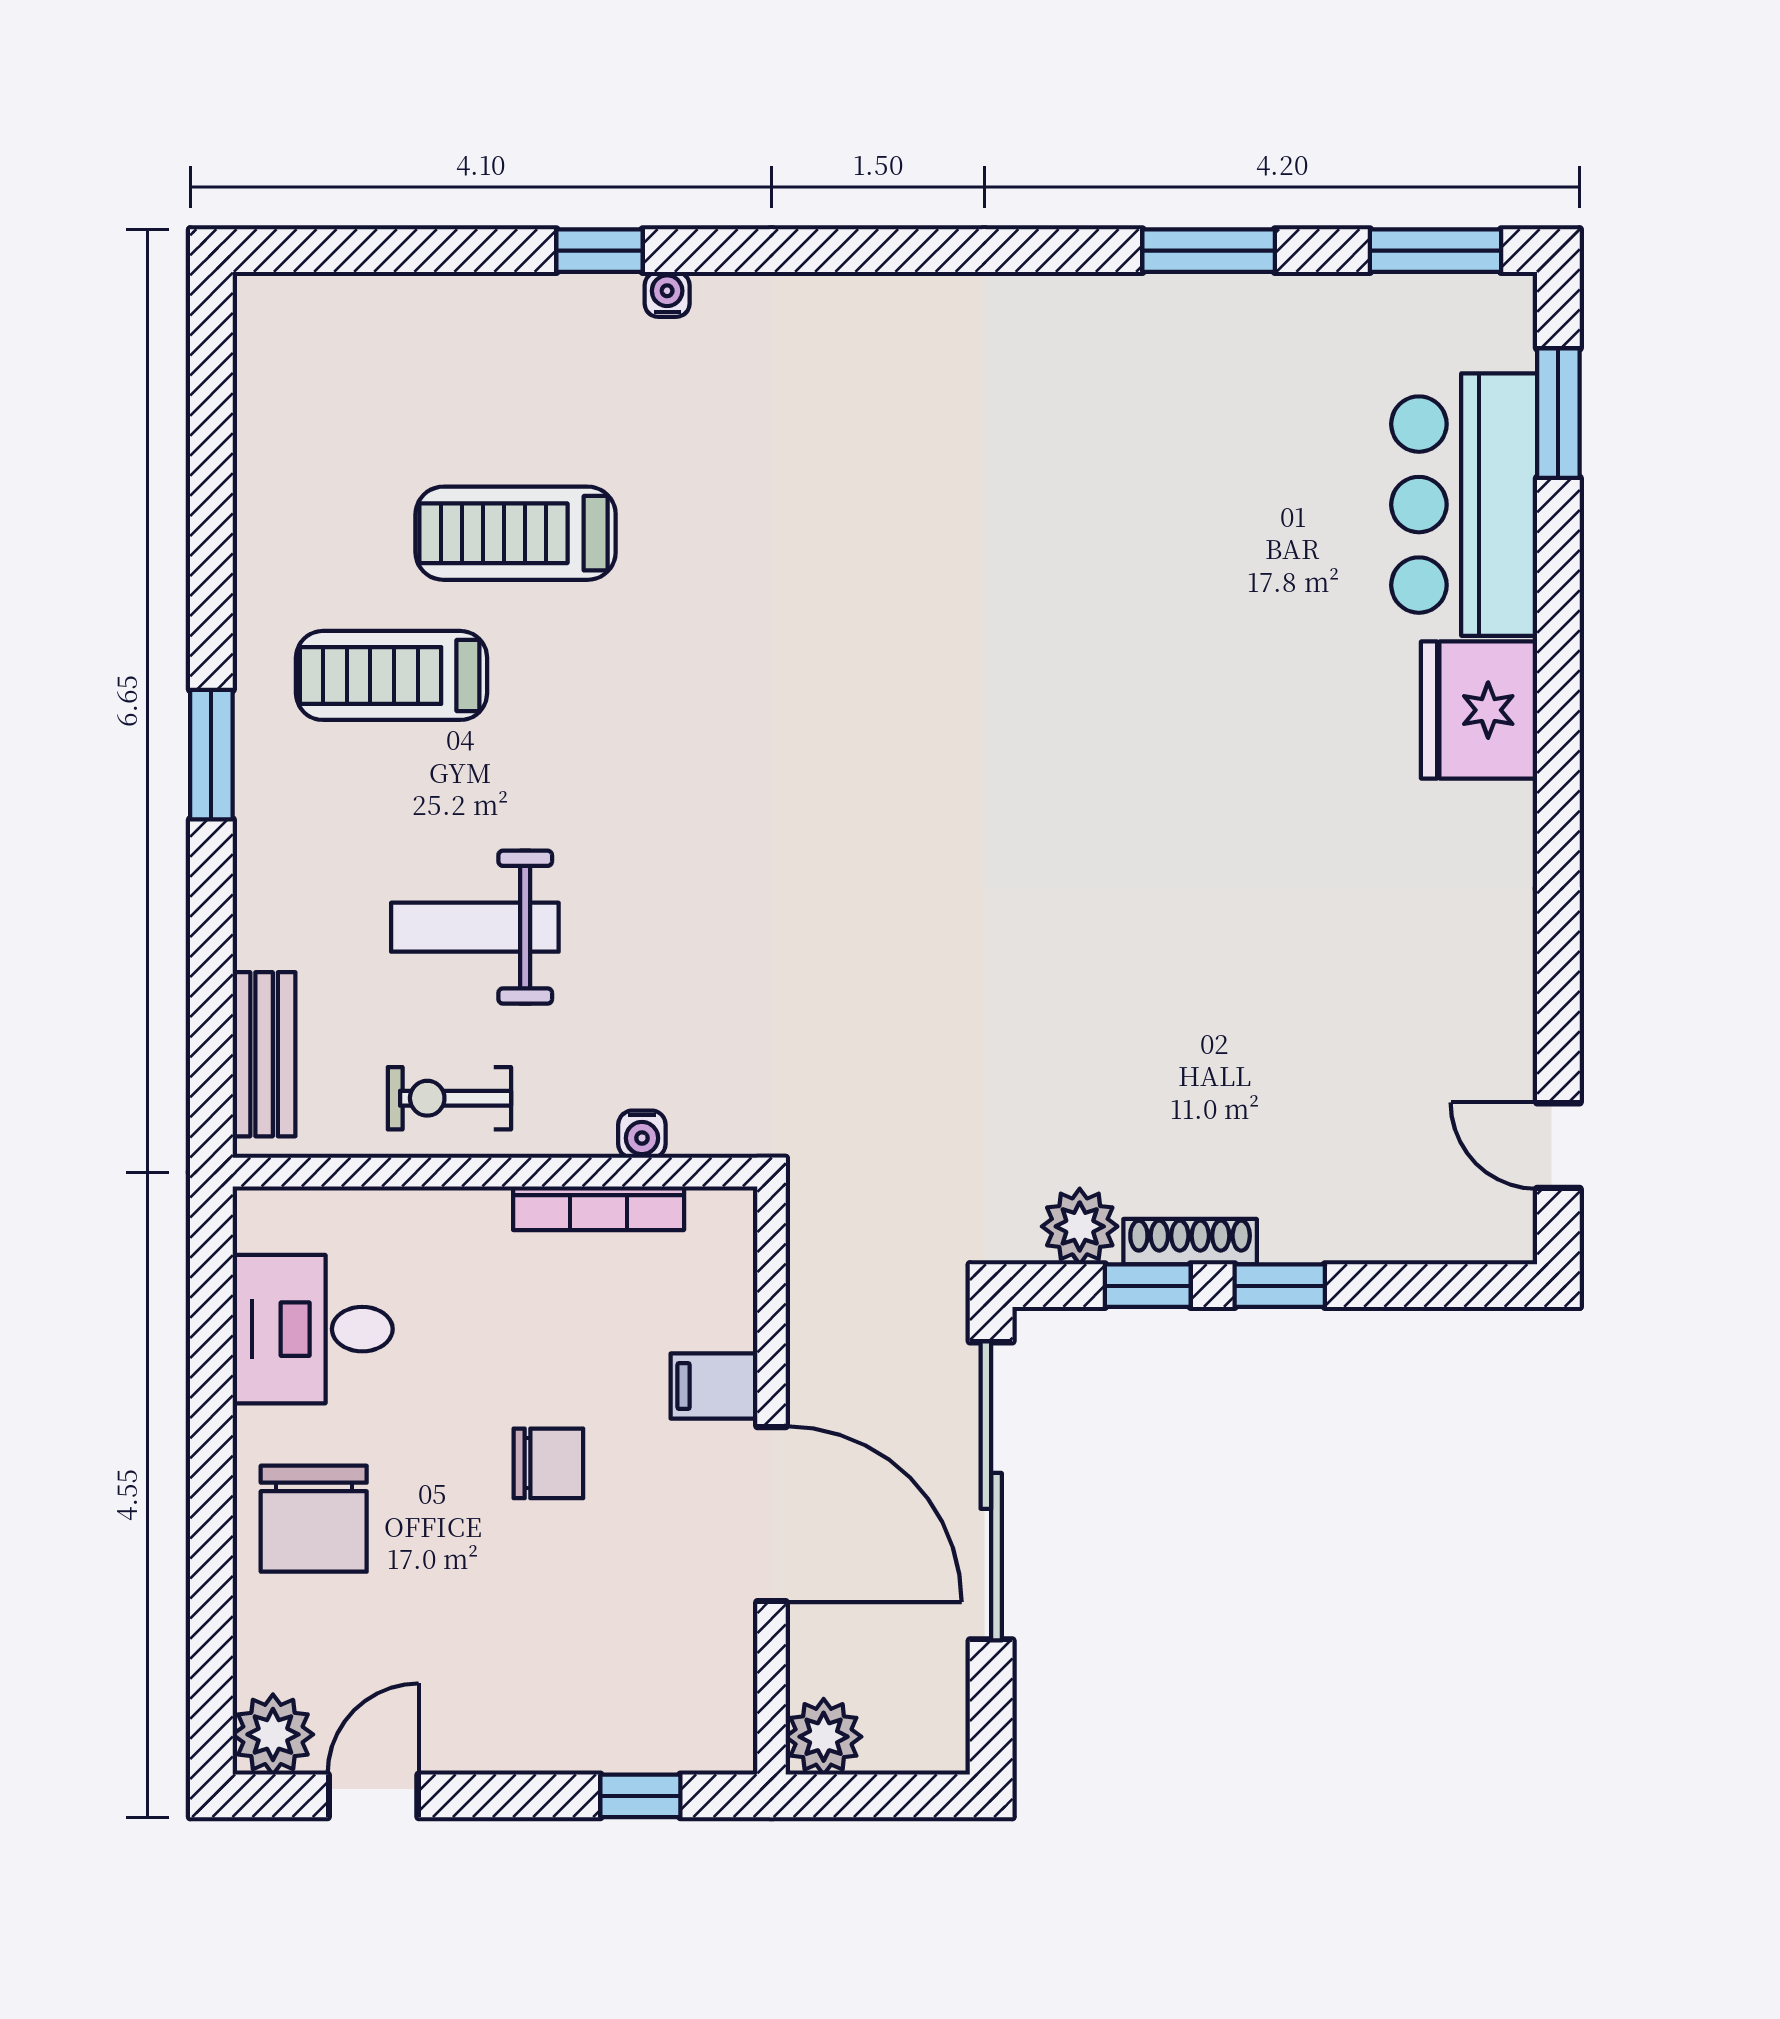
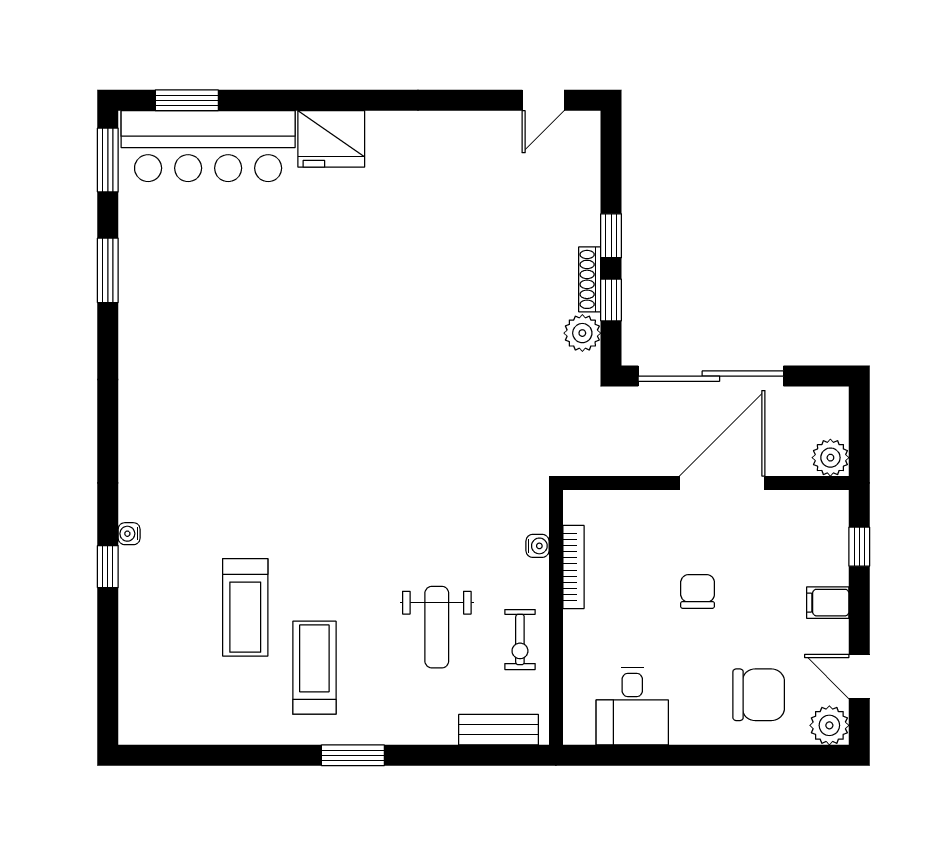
bar counter: (1464, 505) -> (208, 146), width x1.36
treadmill: (392, 675) -> (314, 668), turned 180
filing cabinet: (714, 1386) -> (828, 603), moved, turned 90
chair: (314, 1519) -> (759, 695), moved

